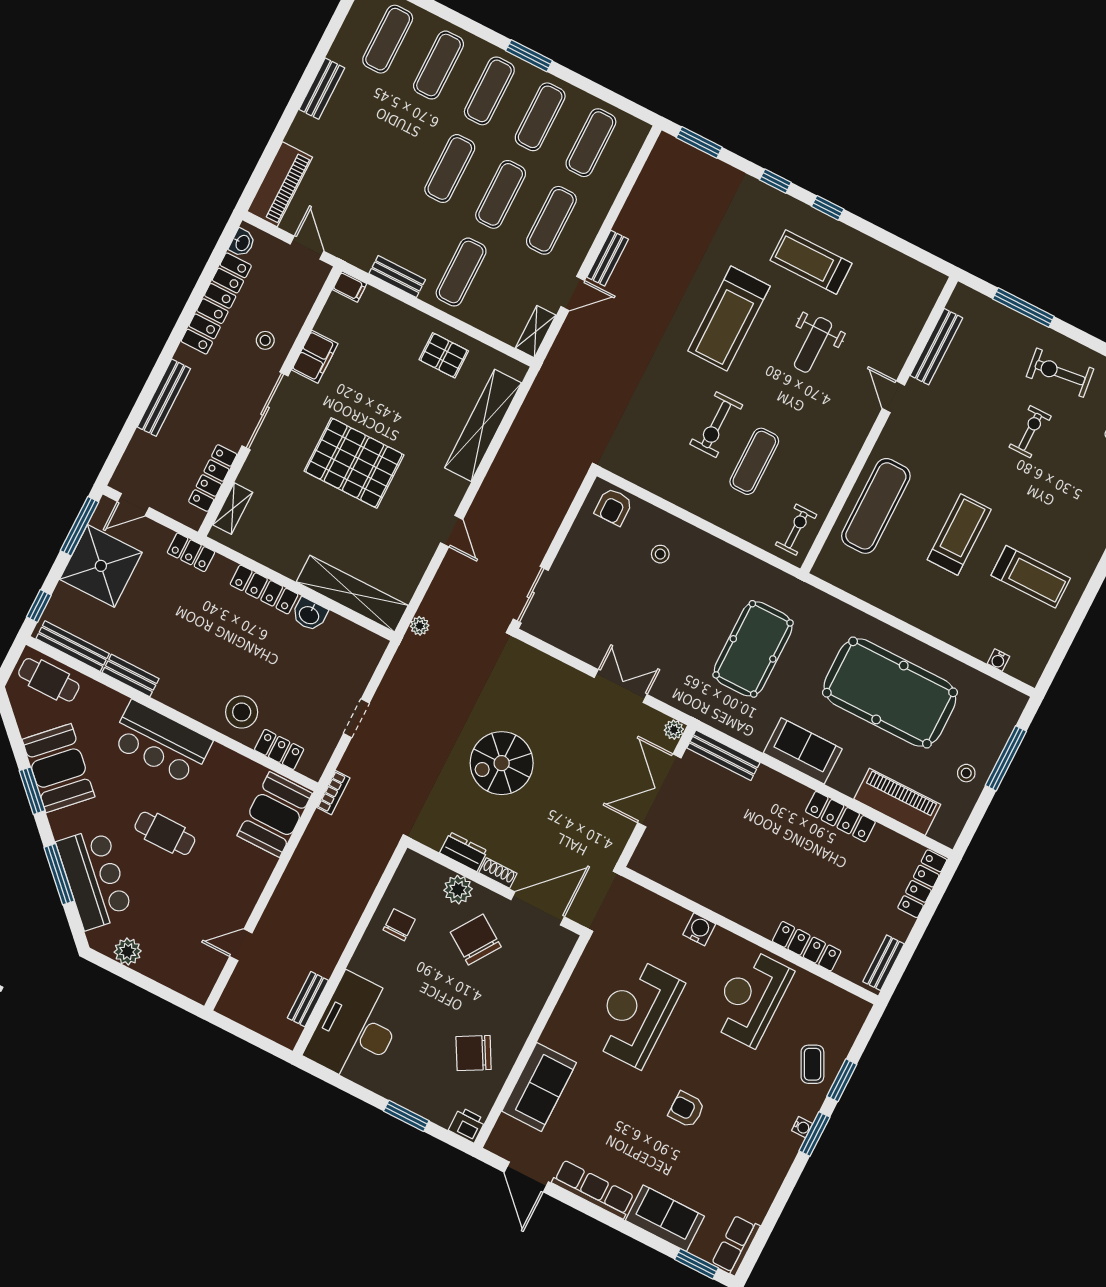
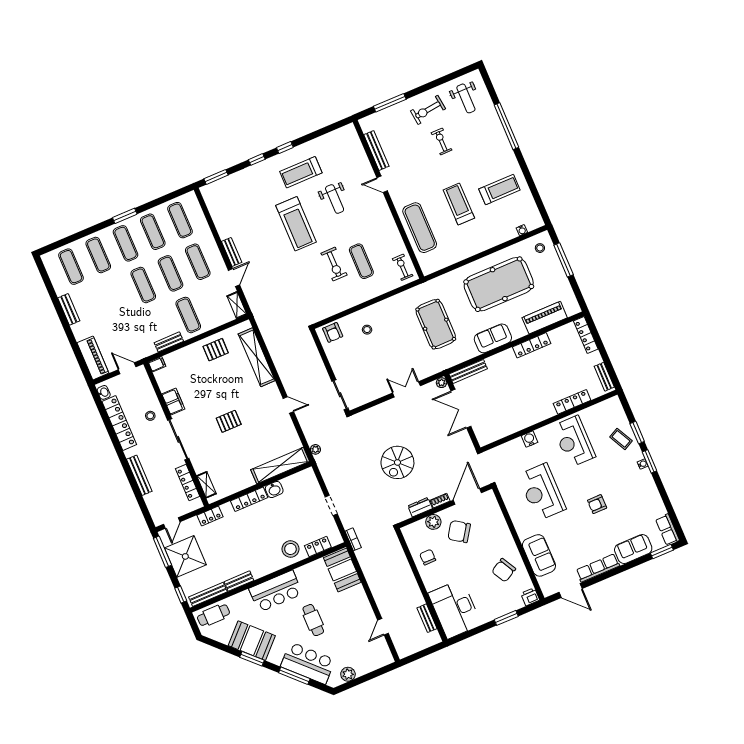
pallet: (354, 463) -> (229, 421), width x0.49, depth x0.50
stool: (966, 773) -> (540, 248), moved
cafe table: (165, 833) -> (313, 620), turned 90

